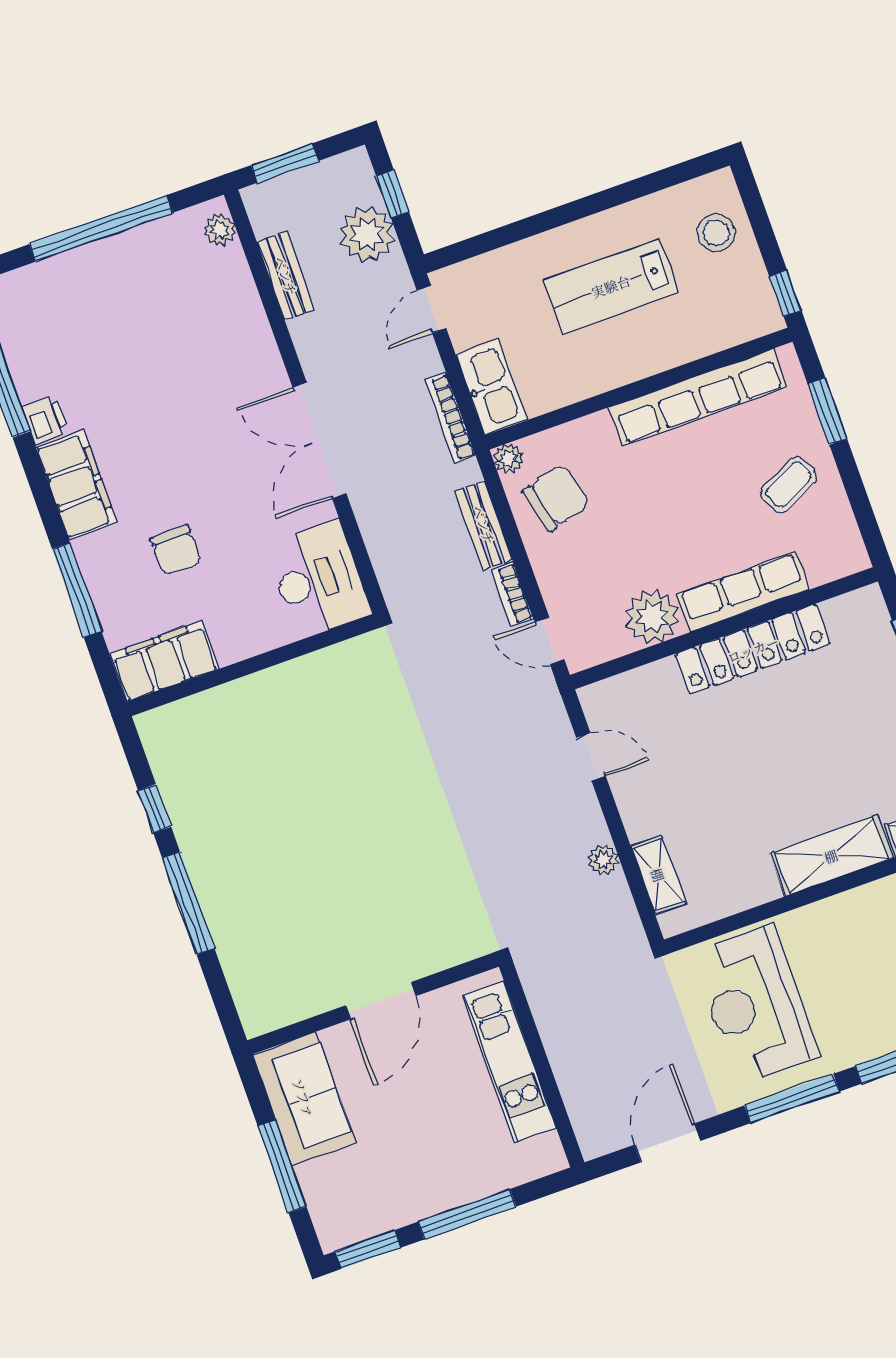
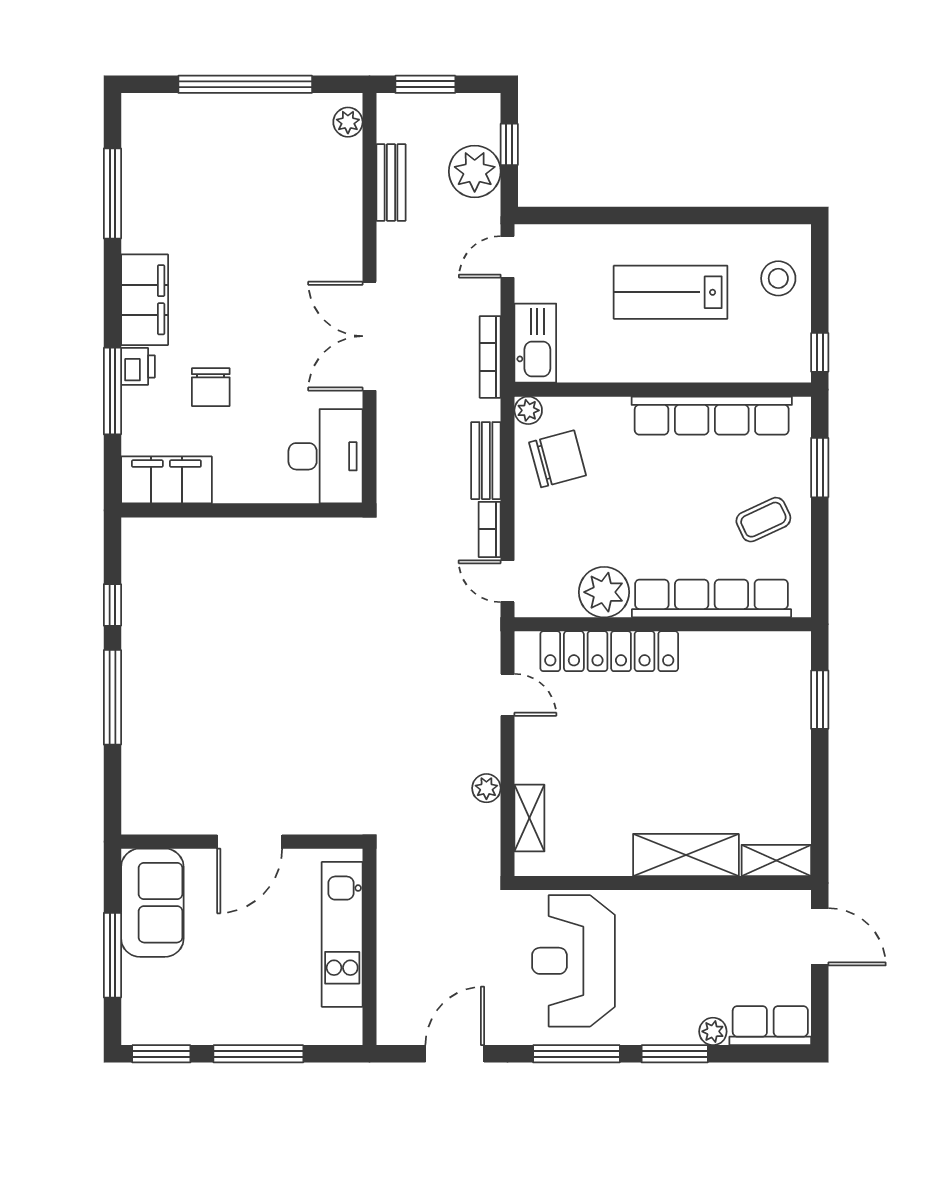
printer: (45, 420) -> (138, 366), moved
row of seats: (743, 592) -> (712, 598), width x1.36
locker: (753, 649) -> (609, 651), moved

